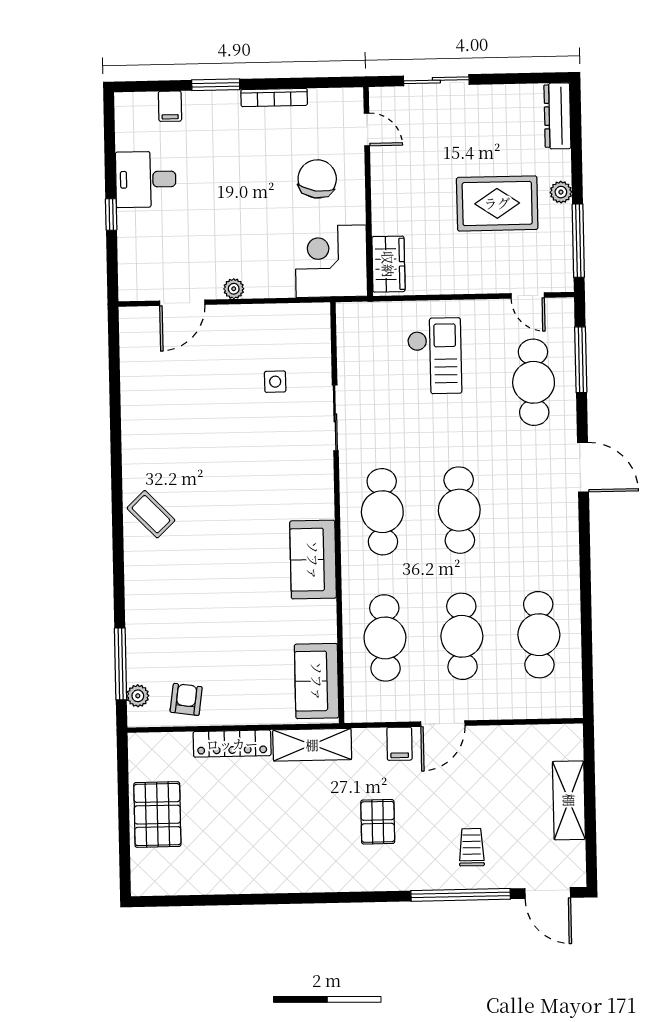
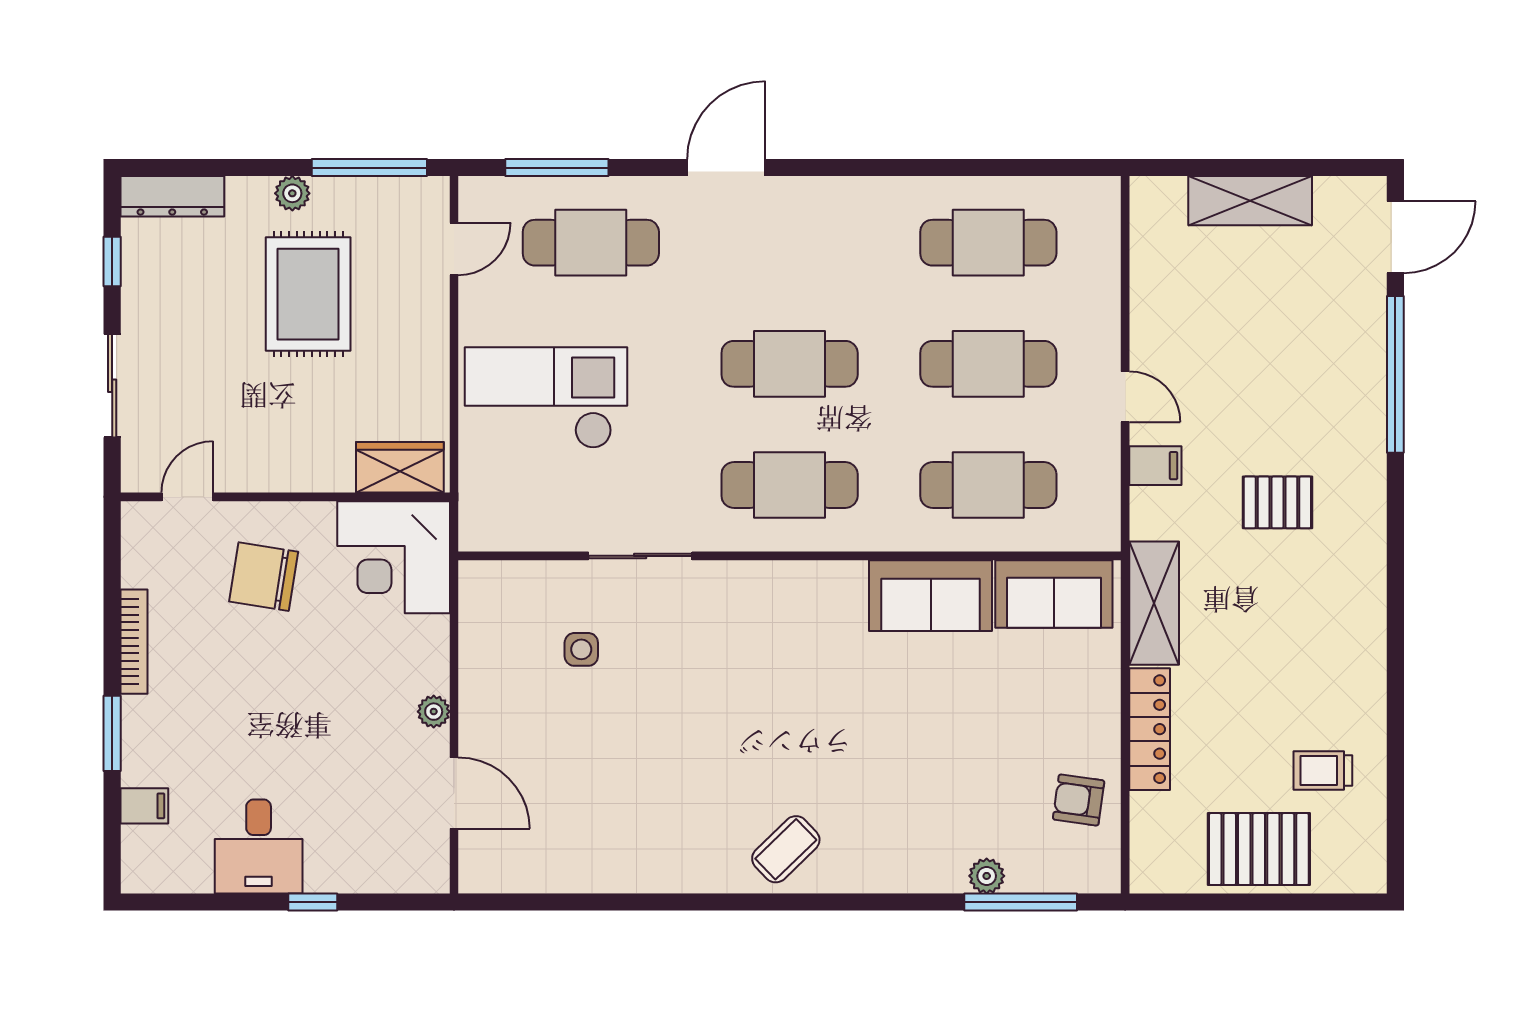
window: (515, 79) -> (112, 261), added
checkout: (434, 356) -> (546, 398), width x1.36, depth x1.21
sofa: (313, 560) -> (931, 596), moved
plant: (138, 696) -> (987, 876), moved
door: (443, 724) -> (1125, 397), width x0.73
trolley: (472, 847) -> (1323, 770), moved

